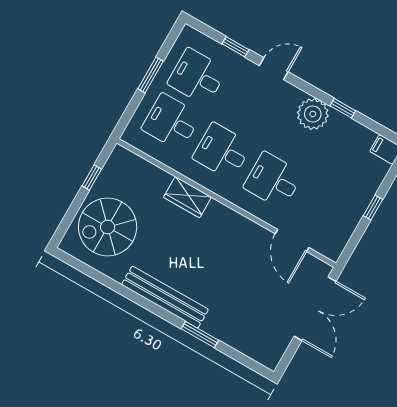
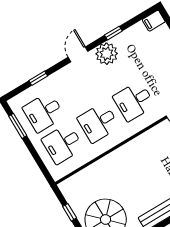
door: (274, 69) -> (78, 54), moved
window: (150, 75) -> (18, 126), moved
wardrobe: (188, 197) -> (115, 160), removed

